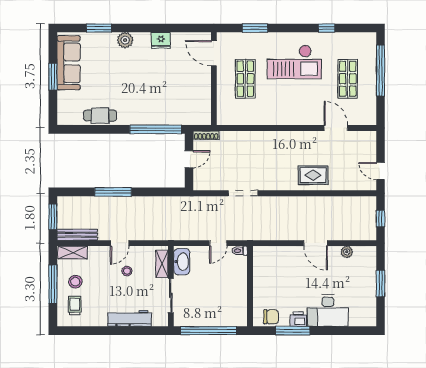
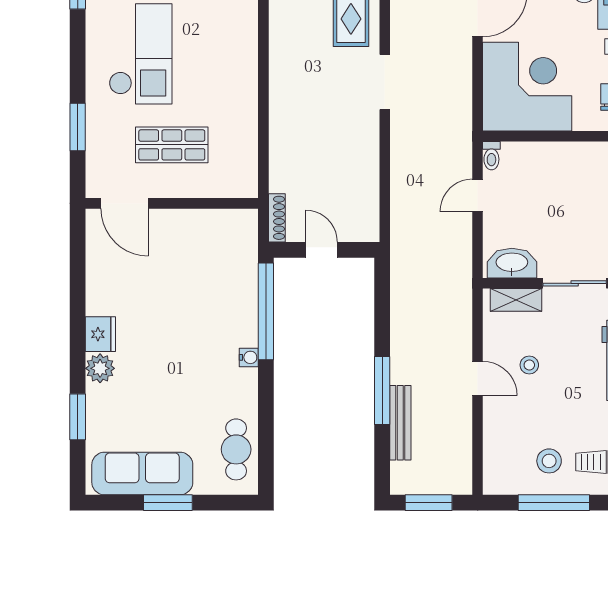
fridge: (161, 40) -> (100, 334), moved
door: (214, 53) -> (125, 203), hinge flipped
cafe table: (100, 116) -> (236, 449), moved
water cooler: (131, 120) -> (249, 357), added
doorway: (243, 193) -> (385, 82), moved
bench: (77, 235) -> (400, 423), moved
door: (218, 243) -> (478, 195), swing flipped
shelving: (73, 253) -> (495, 466), removed
corner desk: (277, 270) -> (527, 87), added

